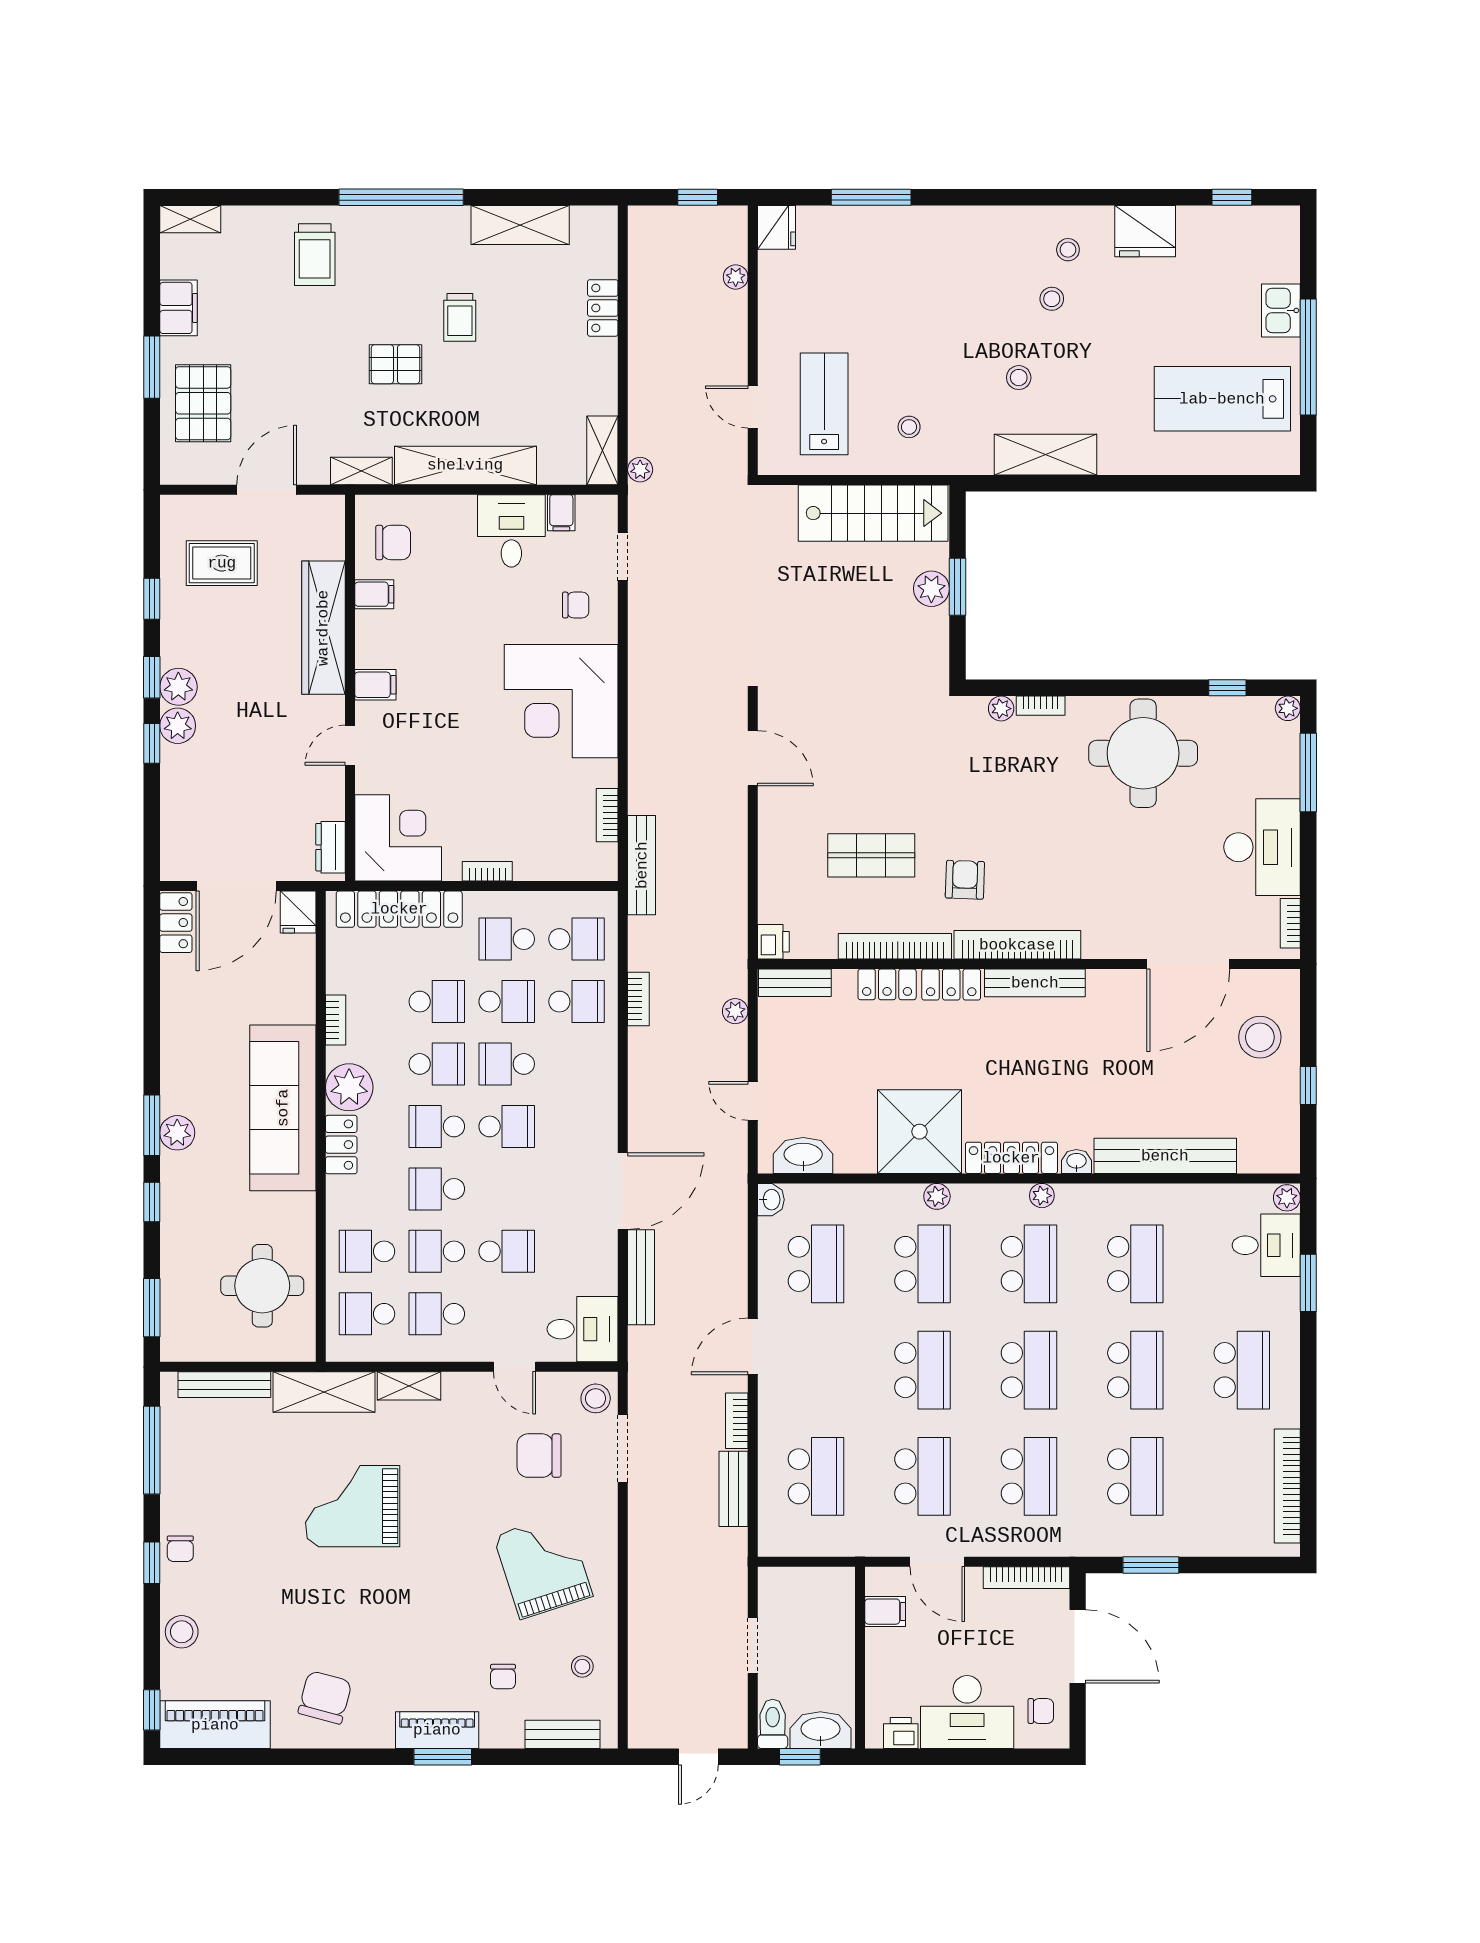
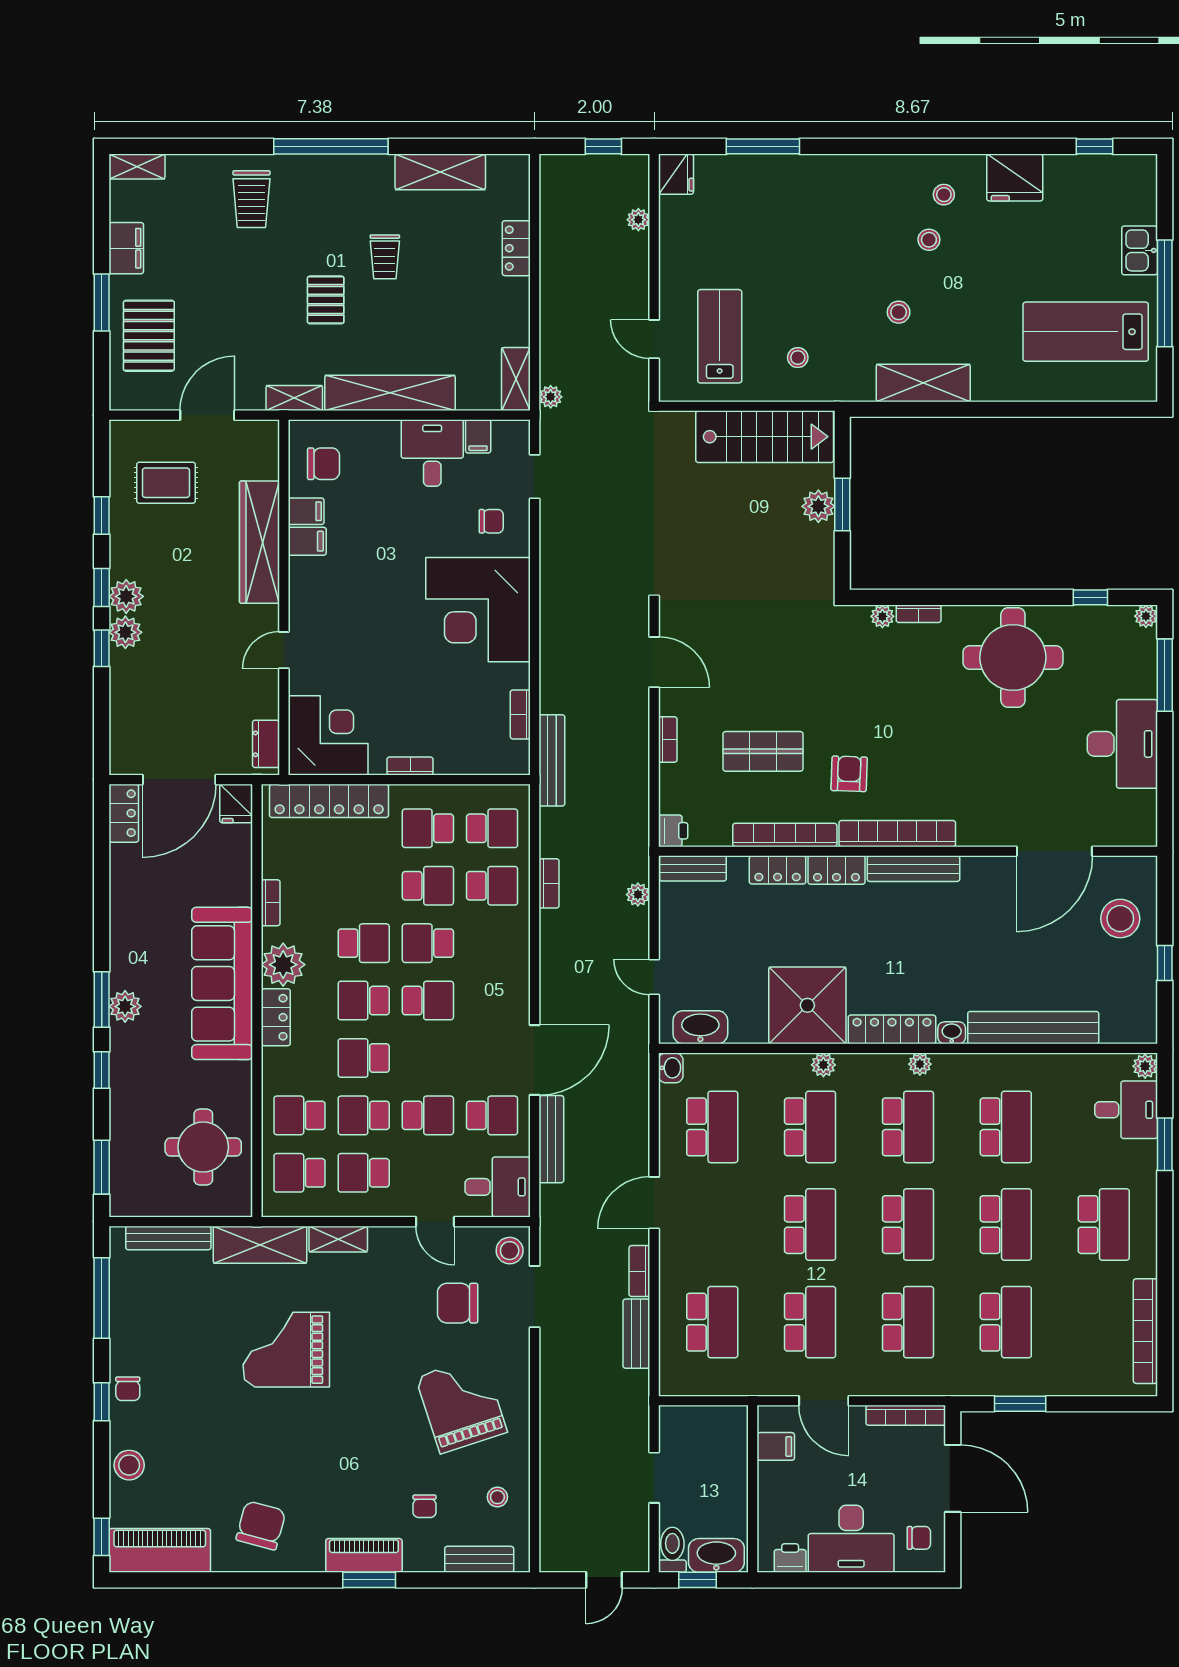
pallet: (395, 364) -> (326, 300), turned 90
filing cabinet: (375, 685) -> (307, 541), moved
bookcase: (1290, 923) -> (668, 740), moved, turned 180
school desk: (437, 1002) -> (492, 1115), moved

